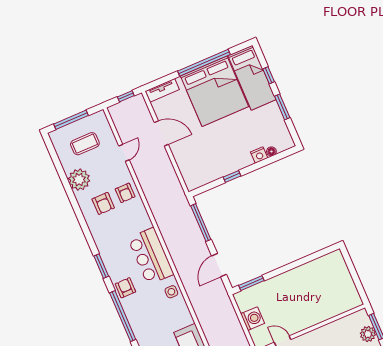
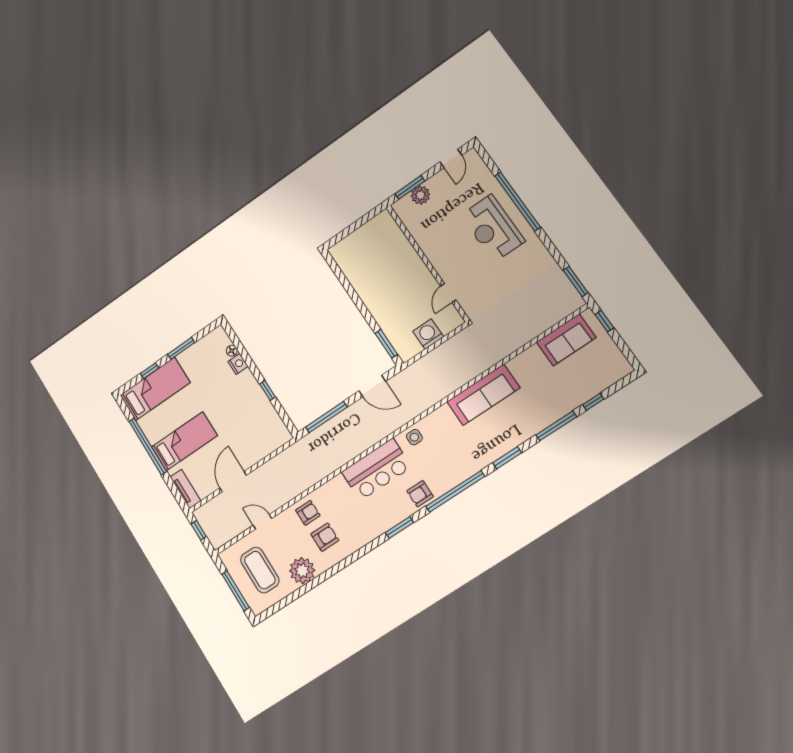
bed: (214, 91) -> (184, 441), width x0.49
coffee table: (85, 144) -> (260, 570), width x1.36, depth x1.32

